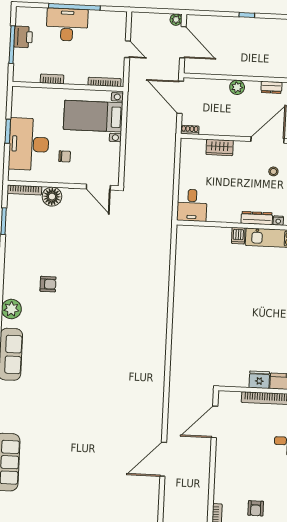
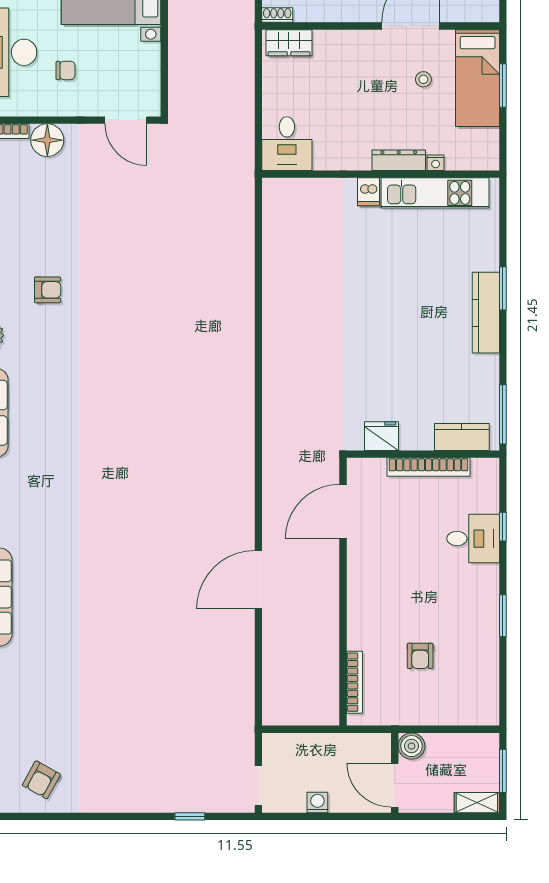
wardrobe: (220, 147) -> (289, 43), moved
fridge: (259, 380) -> (381, 436), moved

